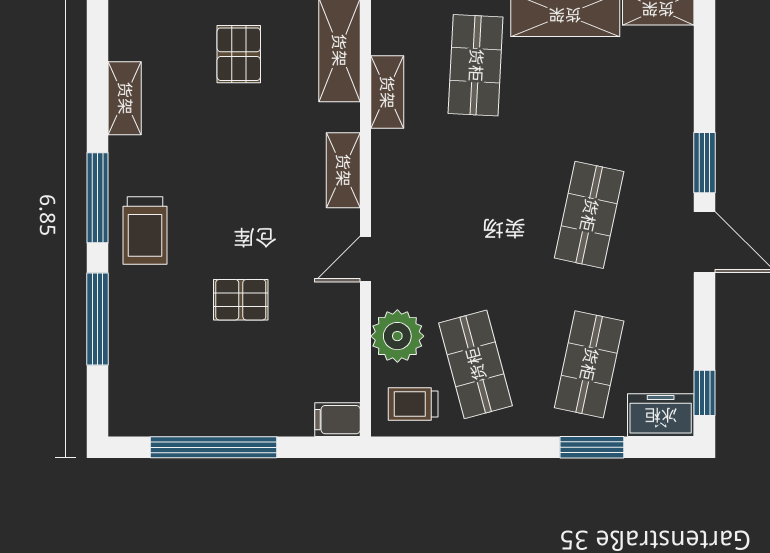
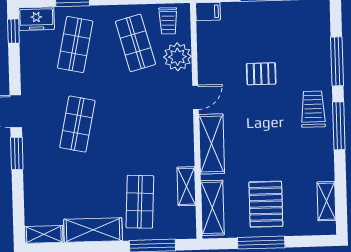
pallet: (239, 54) -> (266, 204), width x1.50, depth x1.42
shelving: (125, 98) -> (326, 201), moved
shelving: (343, 170) -> (212, 144), width x1.50, depth x1.33
trolley: (413, 404) -> (168, 21), turned 90

